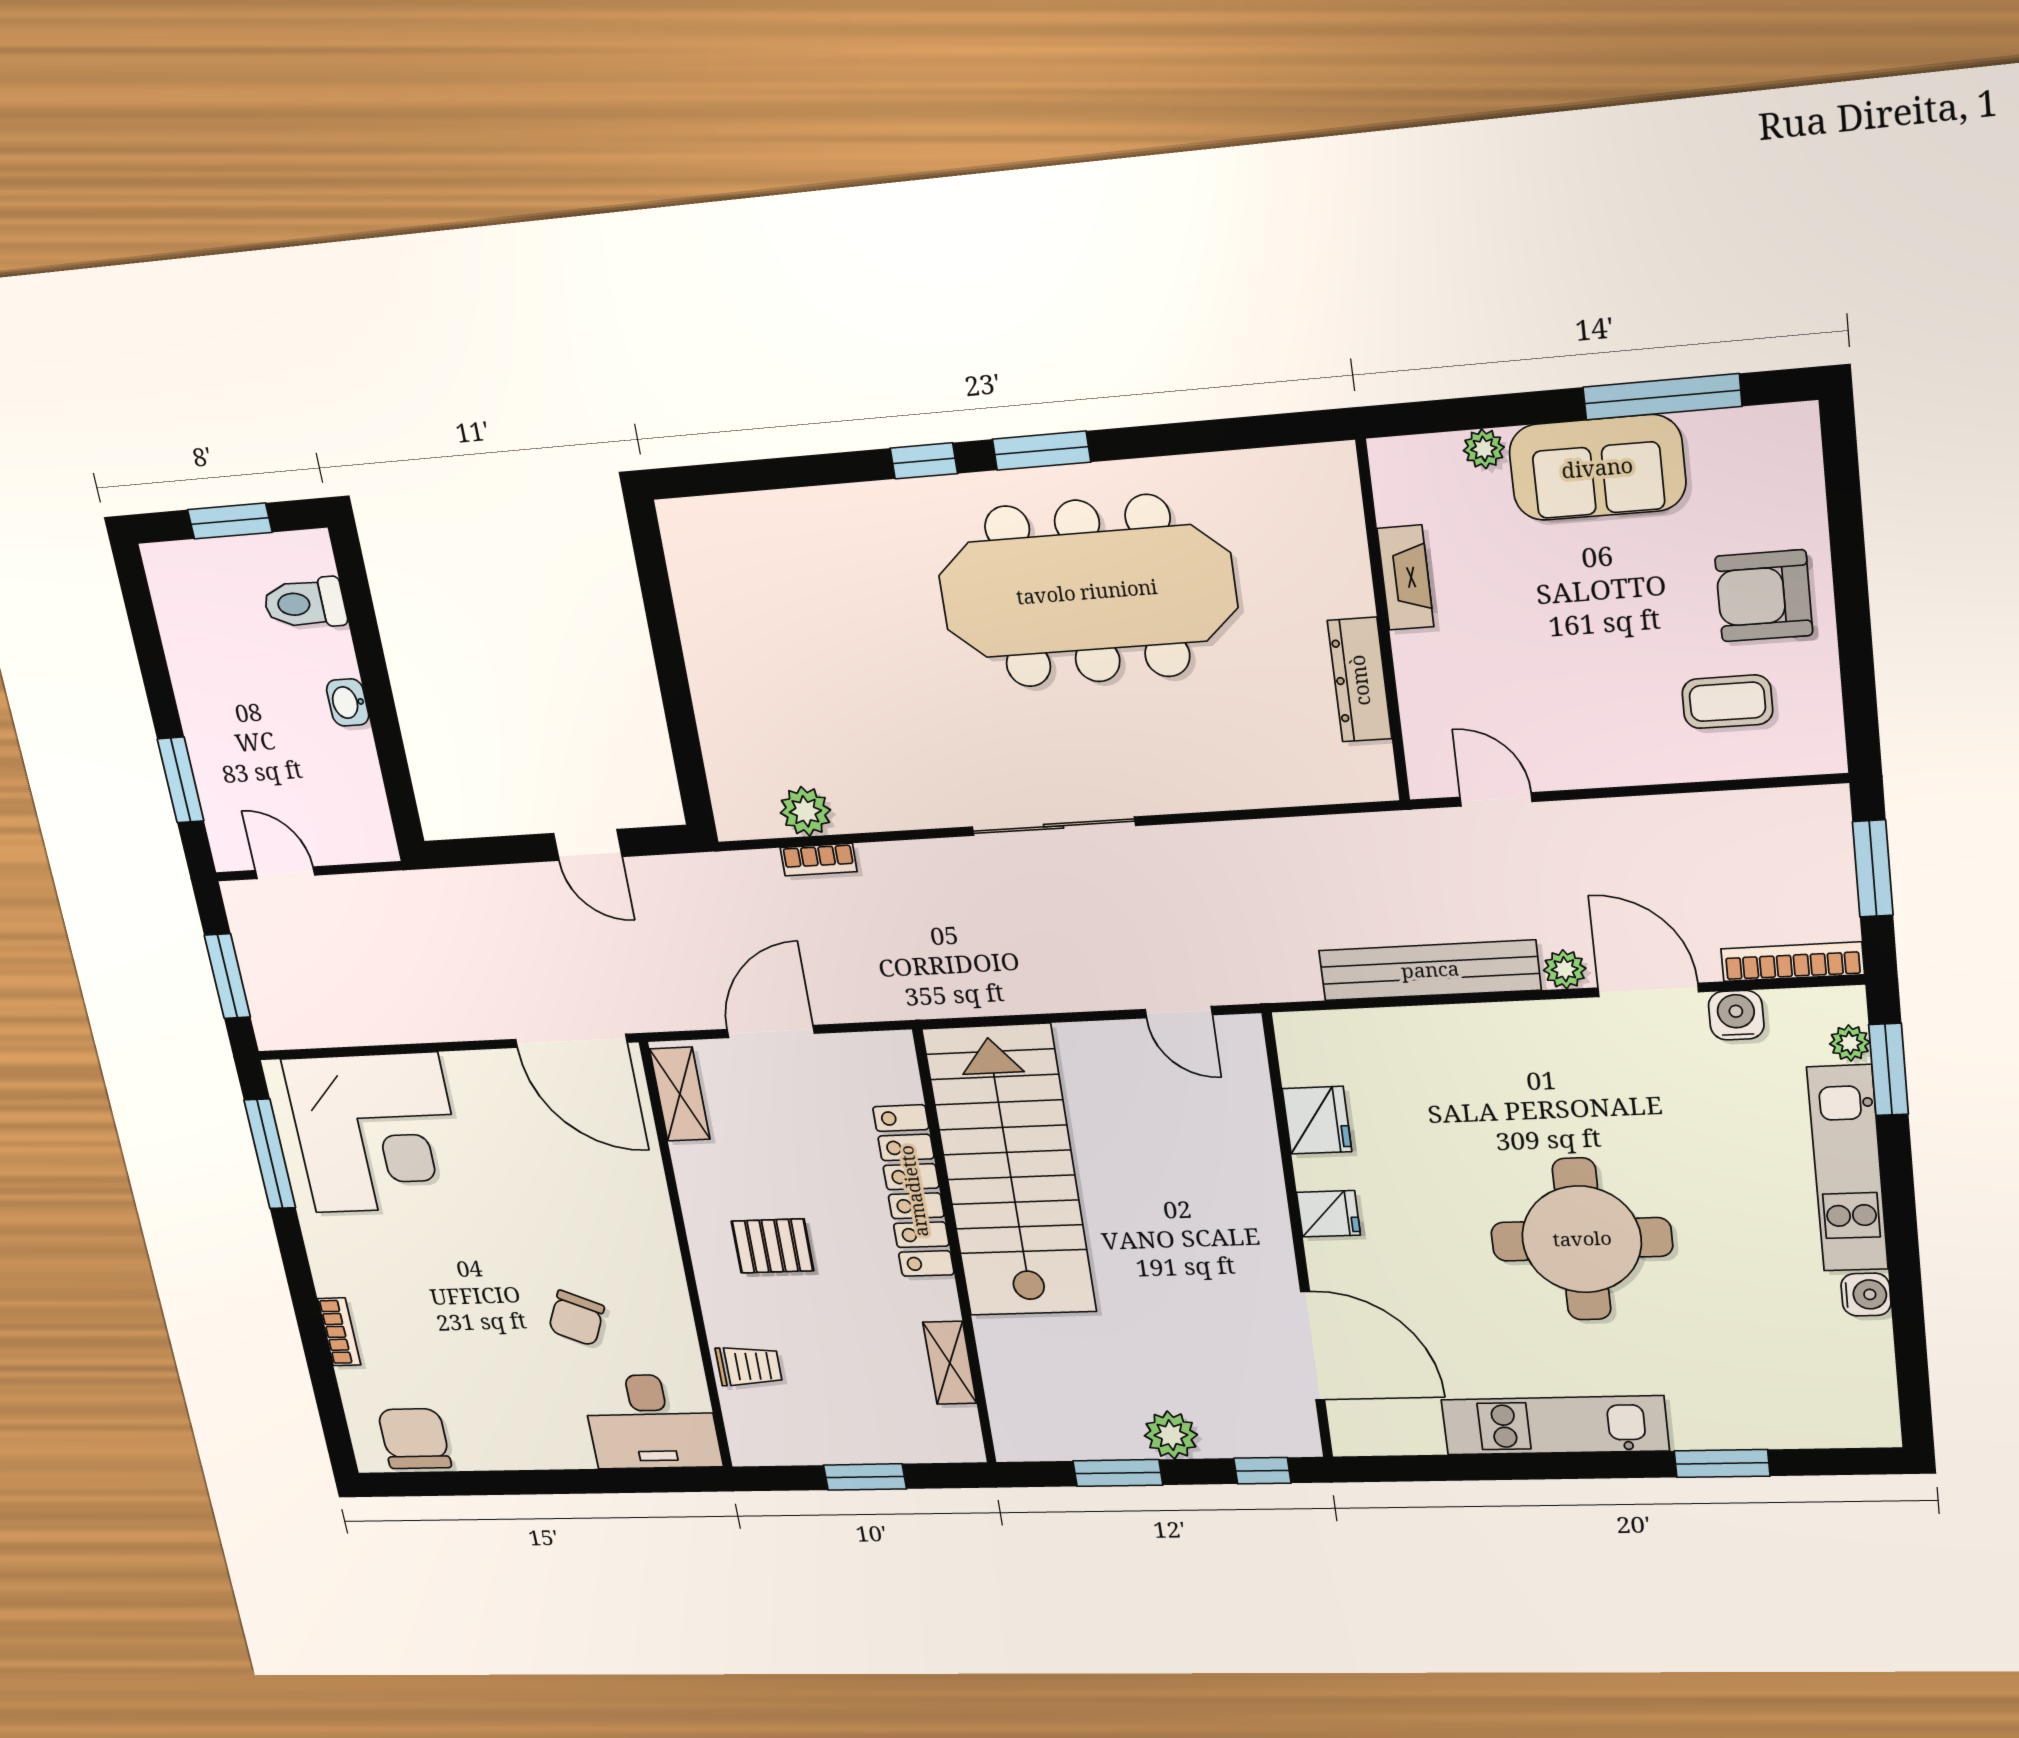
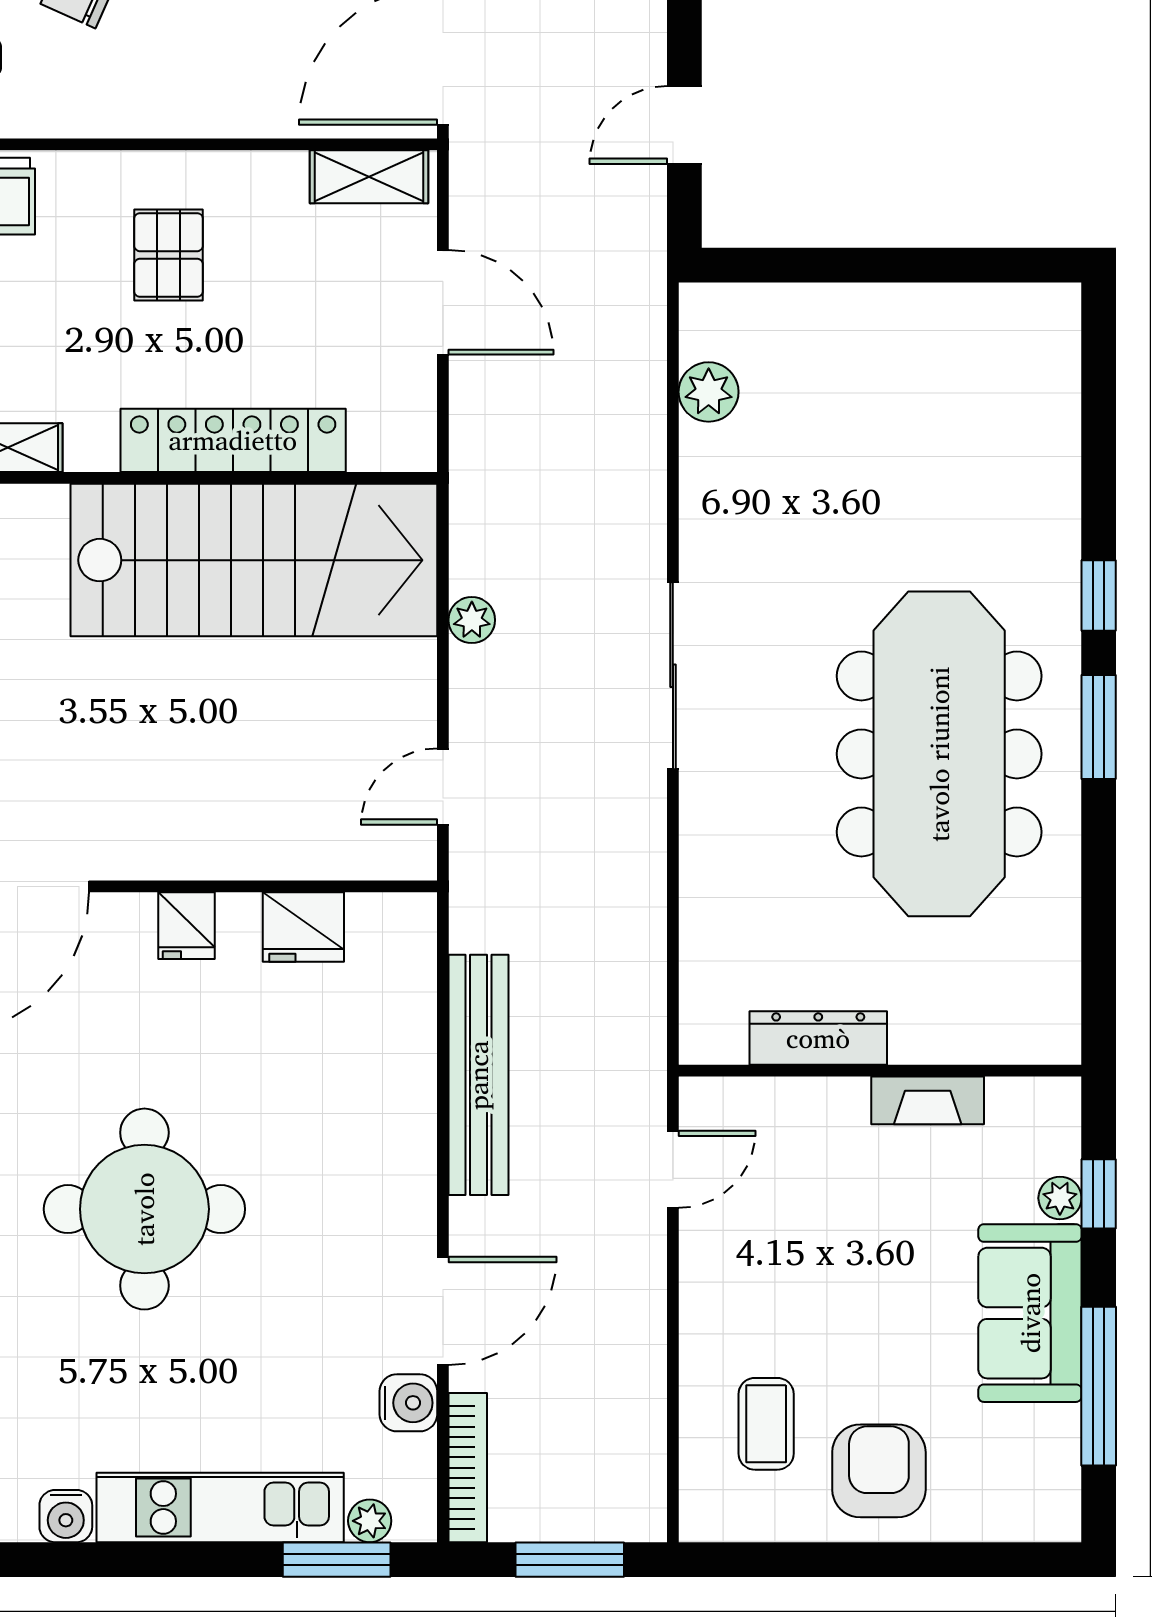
window: (1476, 413) -> (1099, 1194), added
bookcase: (819, 860) -> (650, 397), removed
plant: (1565, 969) -> (472, 620), moved

